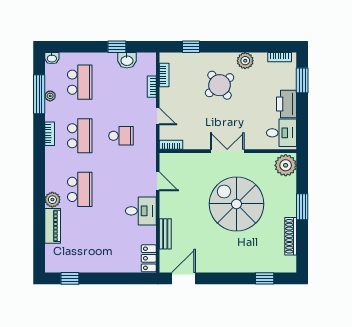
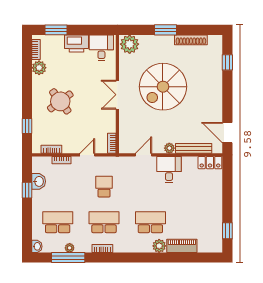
plant: (245, 61) -> (39, 68), moved
plant: (165, 211) -> (169, 148), added
bench: (165, 234) -> (194, 148), width x1.36

